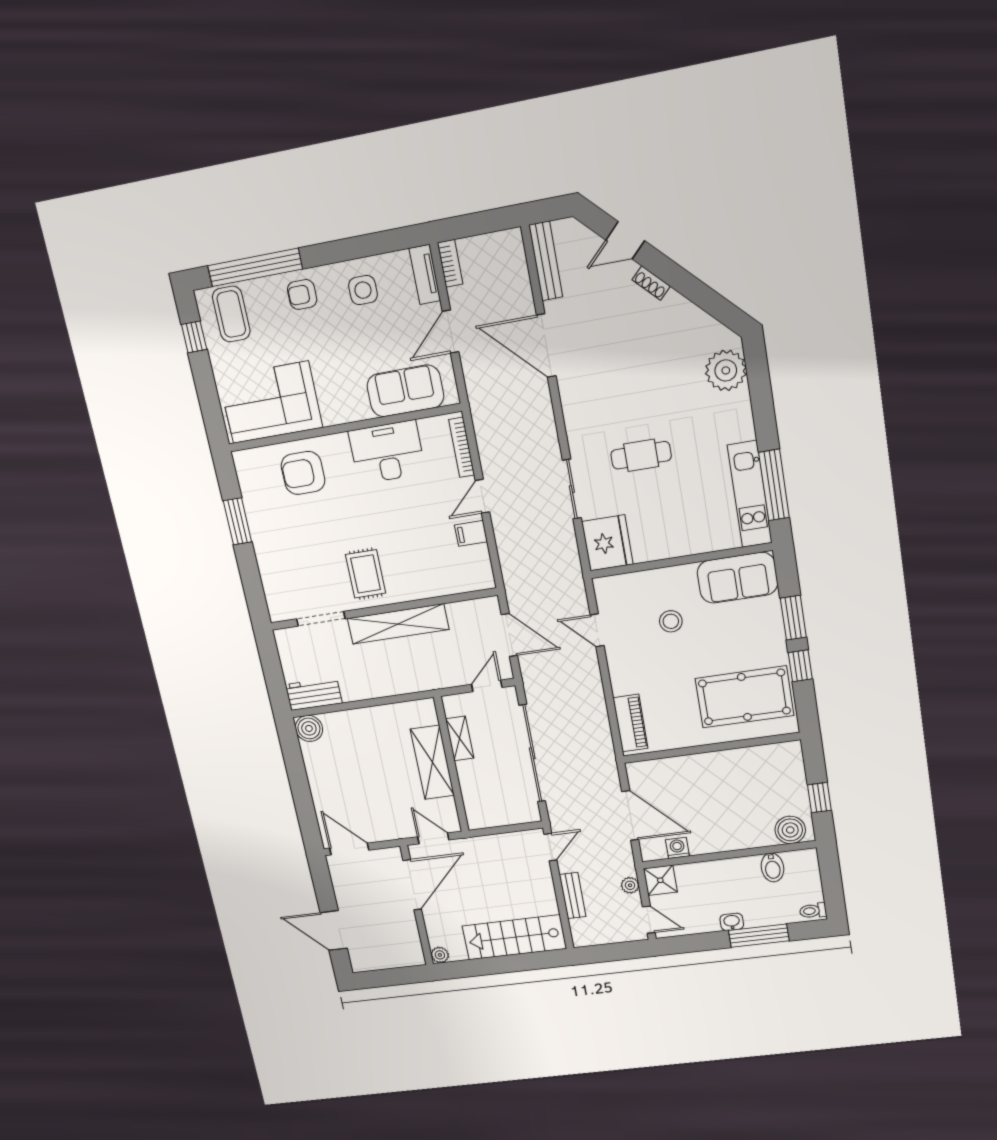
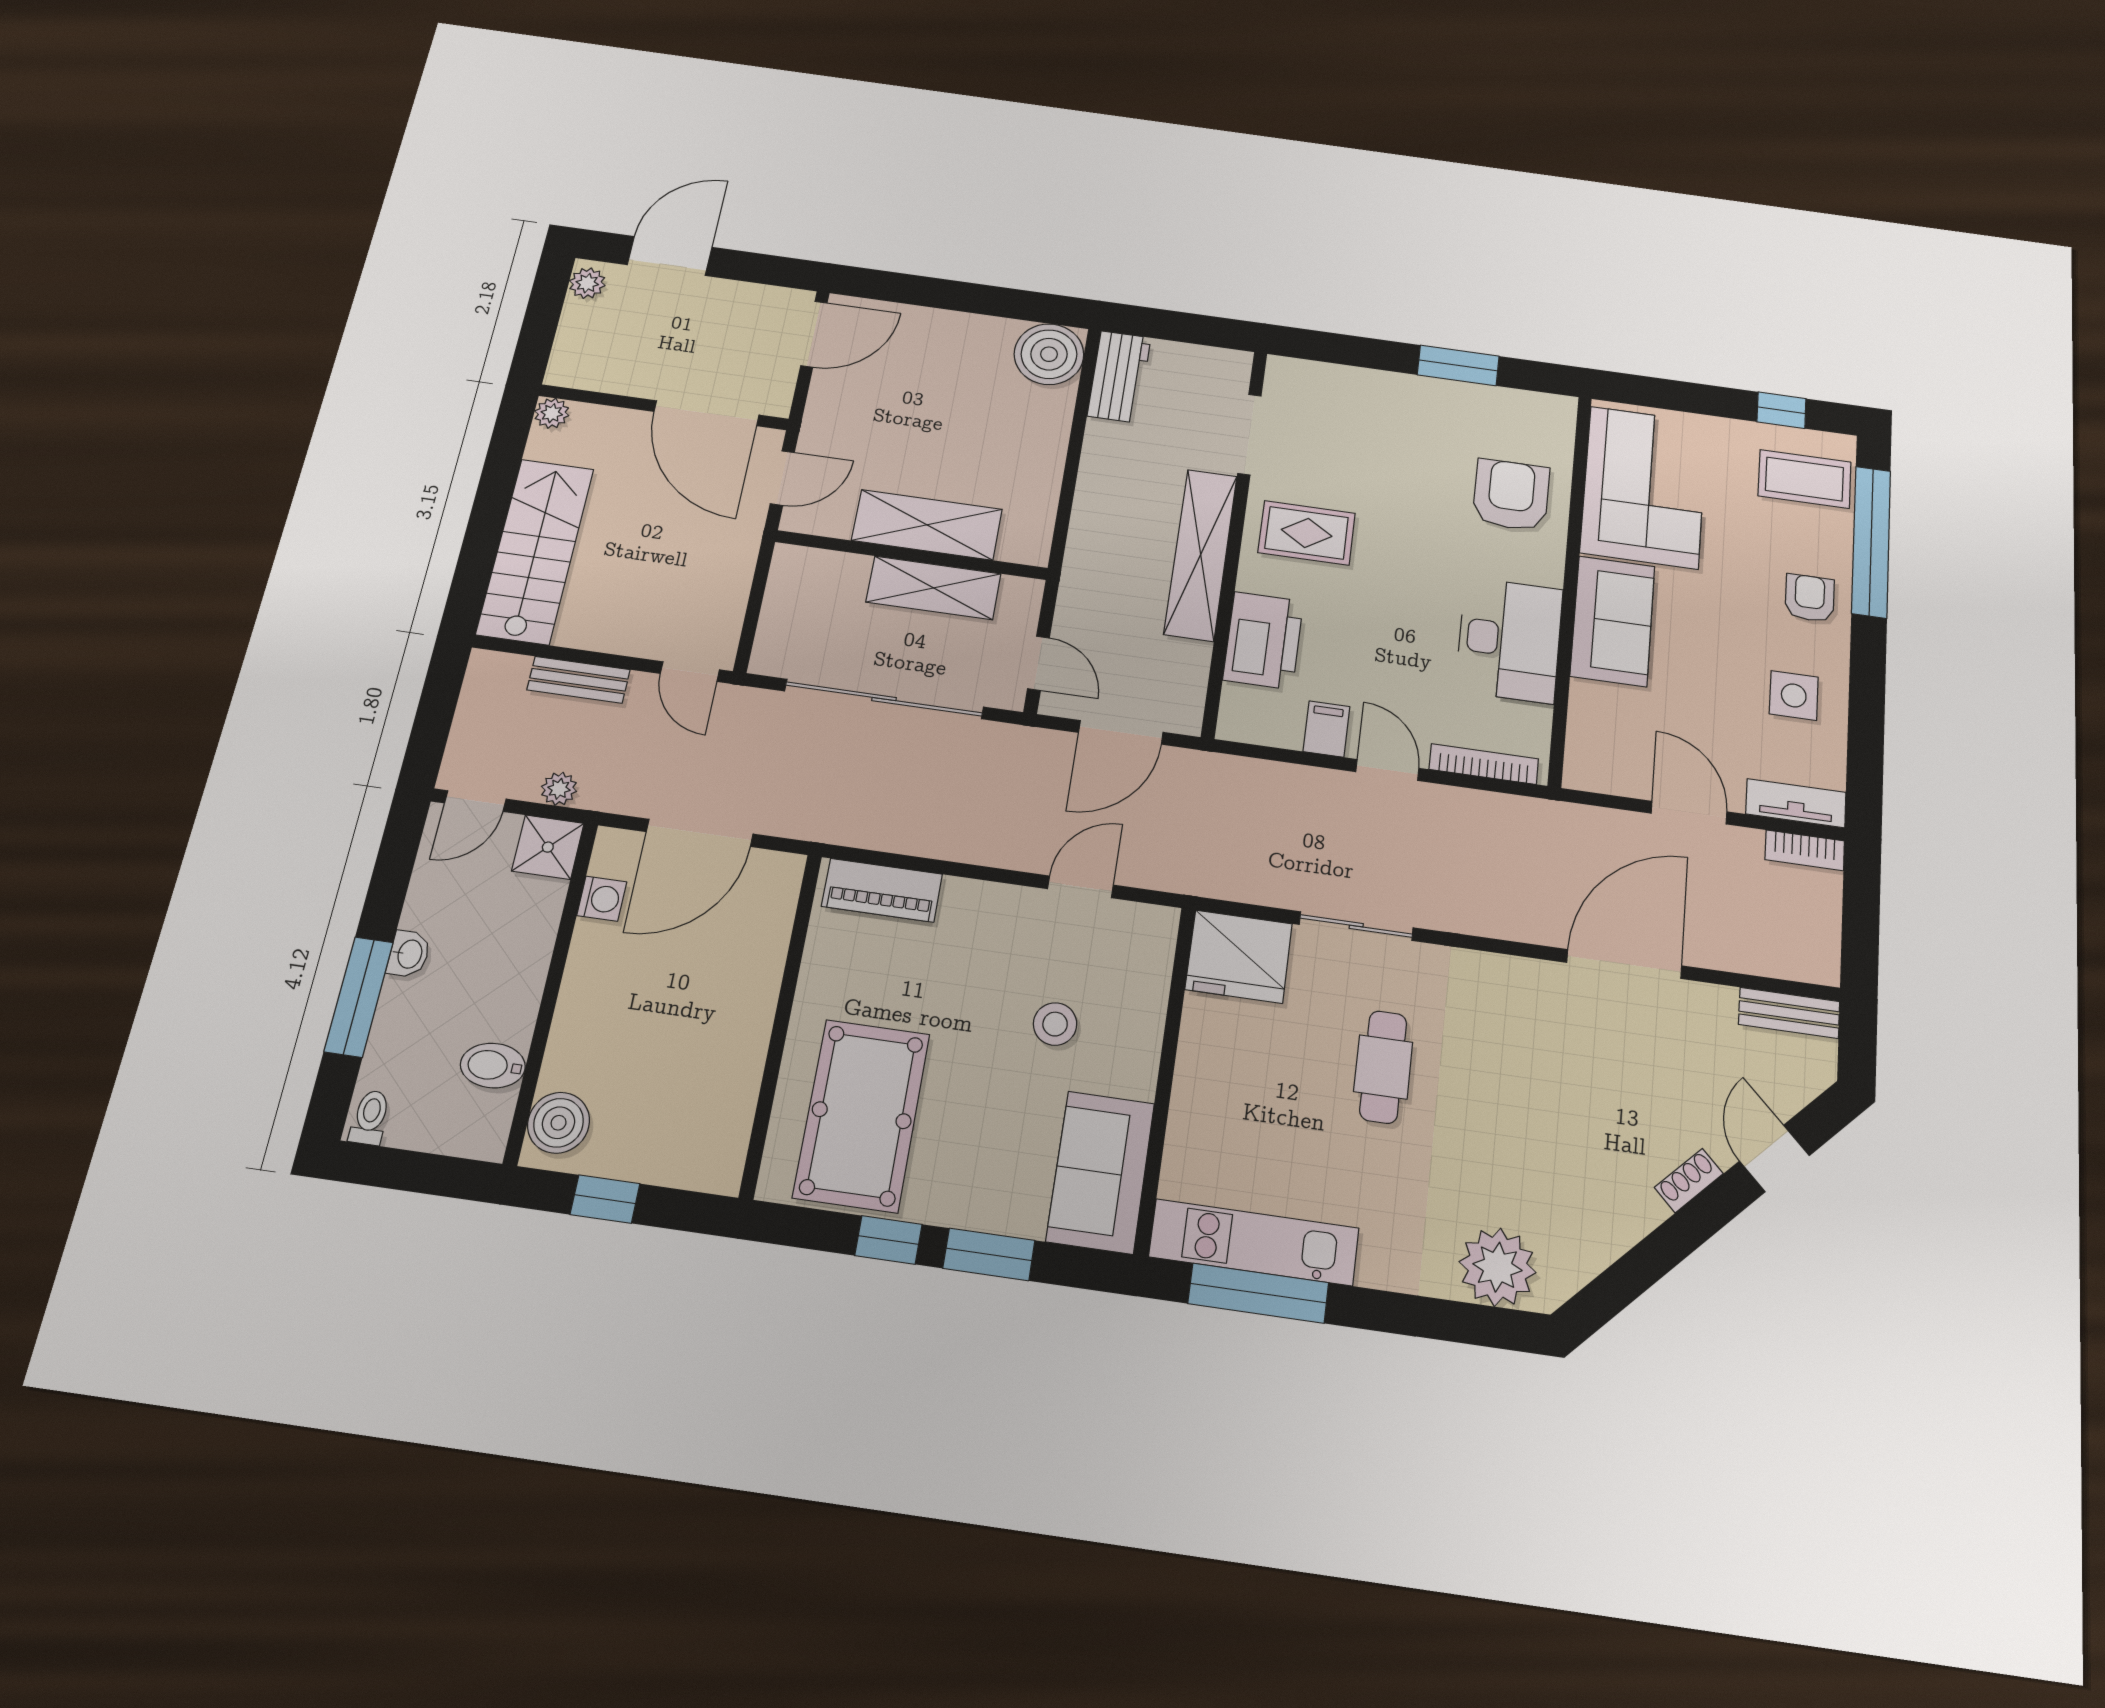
bench: (546, 261) -> (1789, 1013), width x0.73
sofa: (405, 391) -> (1613, 621), moved
printer: (434, 579) -> (1263, 640), added
boiler: (309, 728) -> (1049, 354), width x1.37, depth x1.37
shelving: (460, 739) -> (933, 588), width x1.50, depth x1.33
plant: (364, 963) -> (587, 283), added

